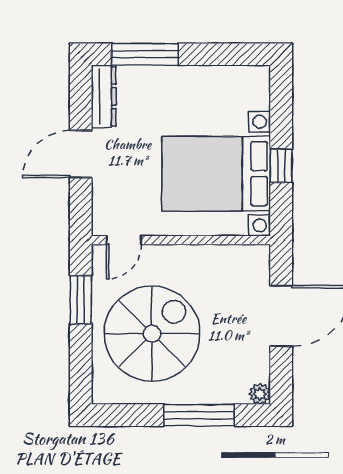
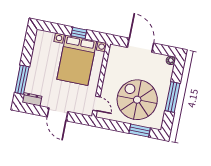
dresser: (104, 96) -> (32, 99), width x0.70
window: (81, 300) -> (140, 131), moved
window: (199, 415) -> (173, 97), moved

